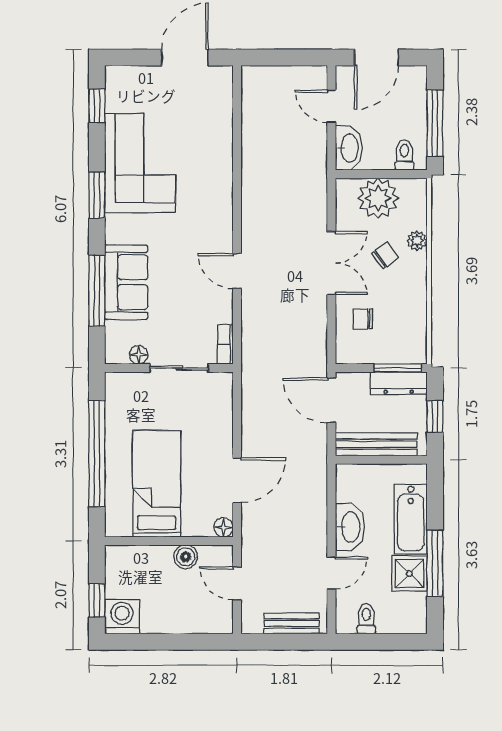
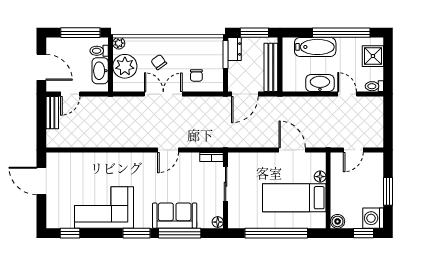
washbasin: (349, 148) -> (100, 71), moved, turned -90
window: (97, 195) -> (136, 233), moved
plant: (417, 241) -> (119, 43), moved
floor lamp: (139, 355) -> (218, 222), moved
dresser: (399, 383) -> (234, 49), width x0.70
window: (435, 417) -> (254, 33), width x1.50
floor lamp: (224, 527) -> (320, 177), moved
boiler: (186, 557) -> (338, 221), moved
window: (435, 563) -> (341, 33), width x1.46
shower: (409, 573) -> (373, 56), moved
toilet: (366, 619) -> (374, 86), moved
bench: (291, 623) -> (52, 113), moved
window: (167, 642) -> (388, 191), added

